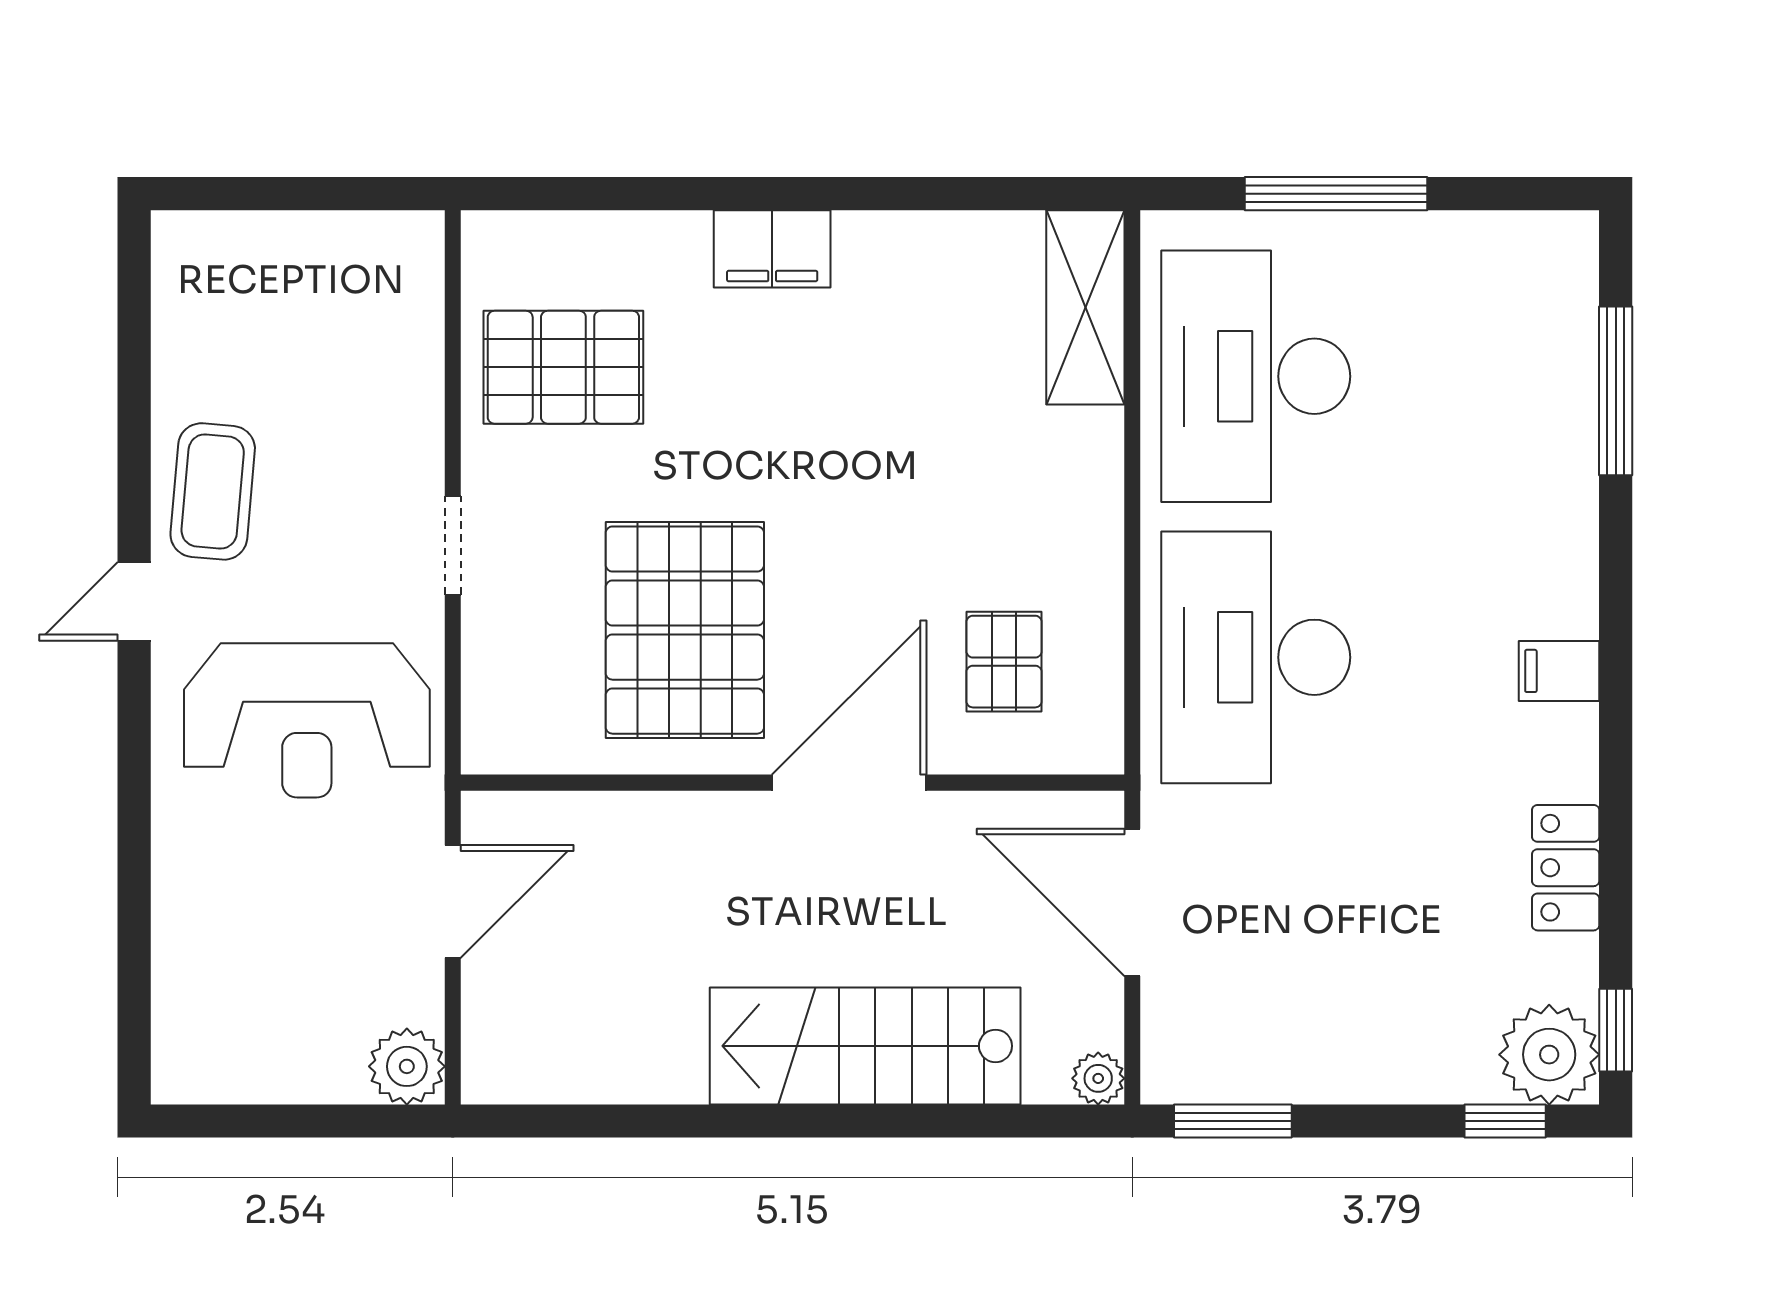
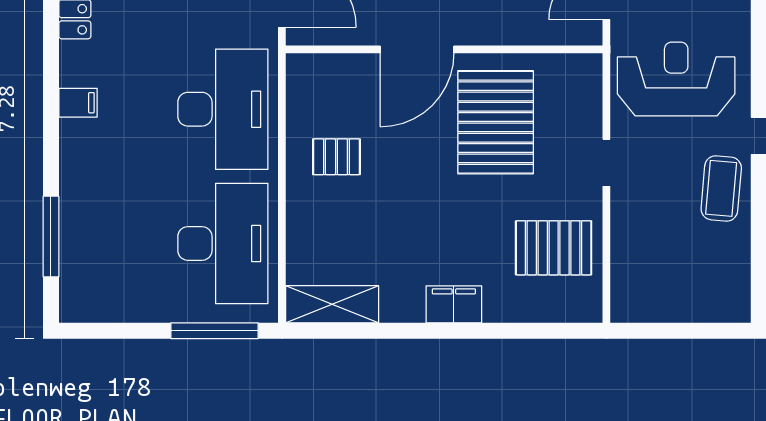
window: (1336, 194) -> (215, 331), moved
shelving: (1085, 307) -> (332, 304), moved, turned 90
pallet: (1004, 662) -> (336, 157), moved, turned 90

